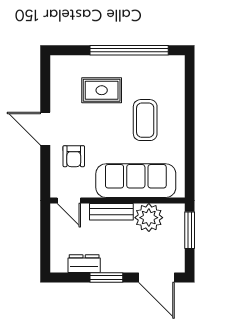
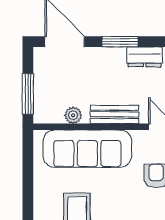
plant: (149, 218) -> (73, 115), width x0.53, depth x0.53

